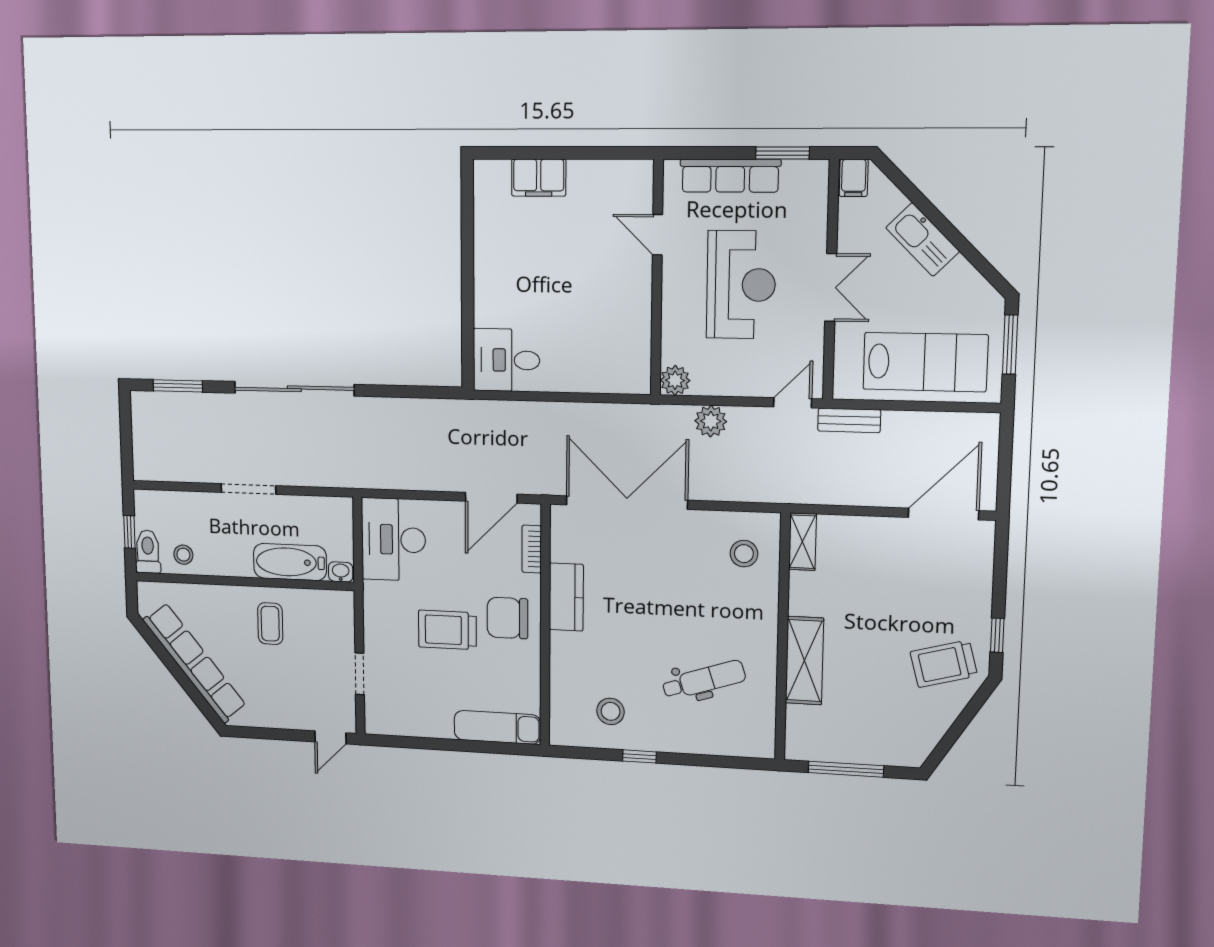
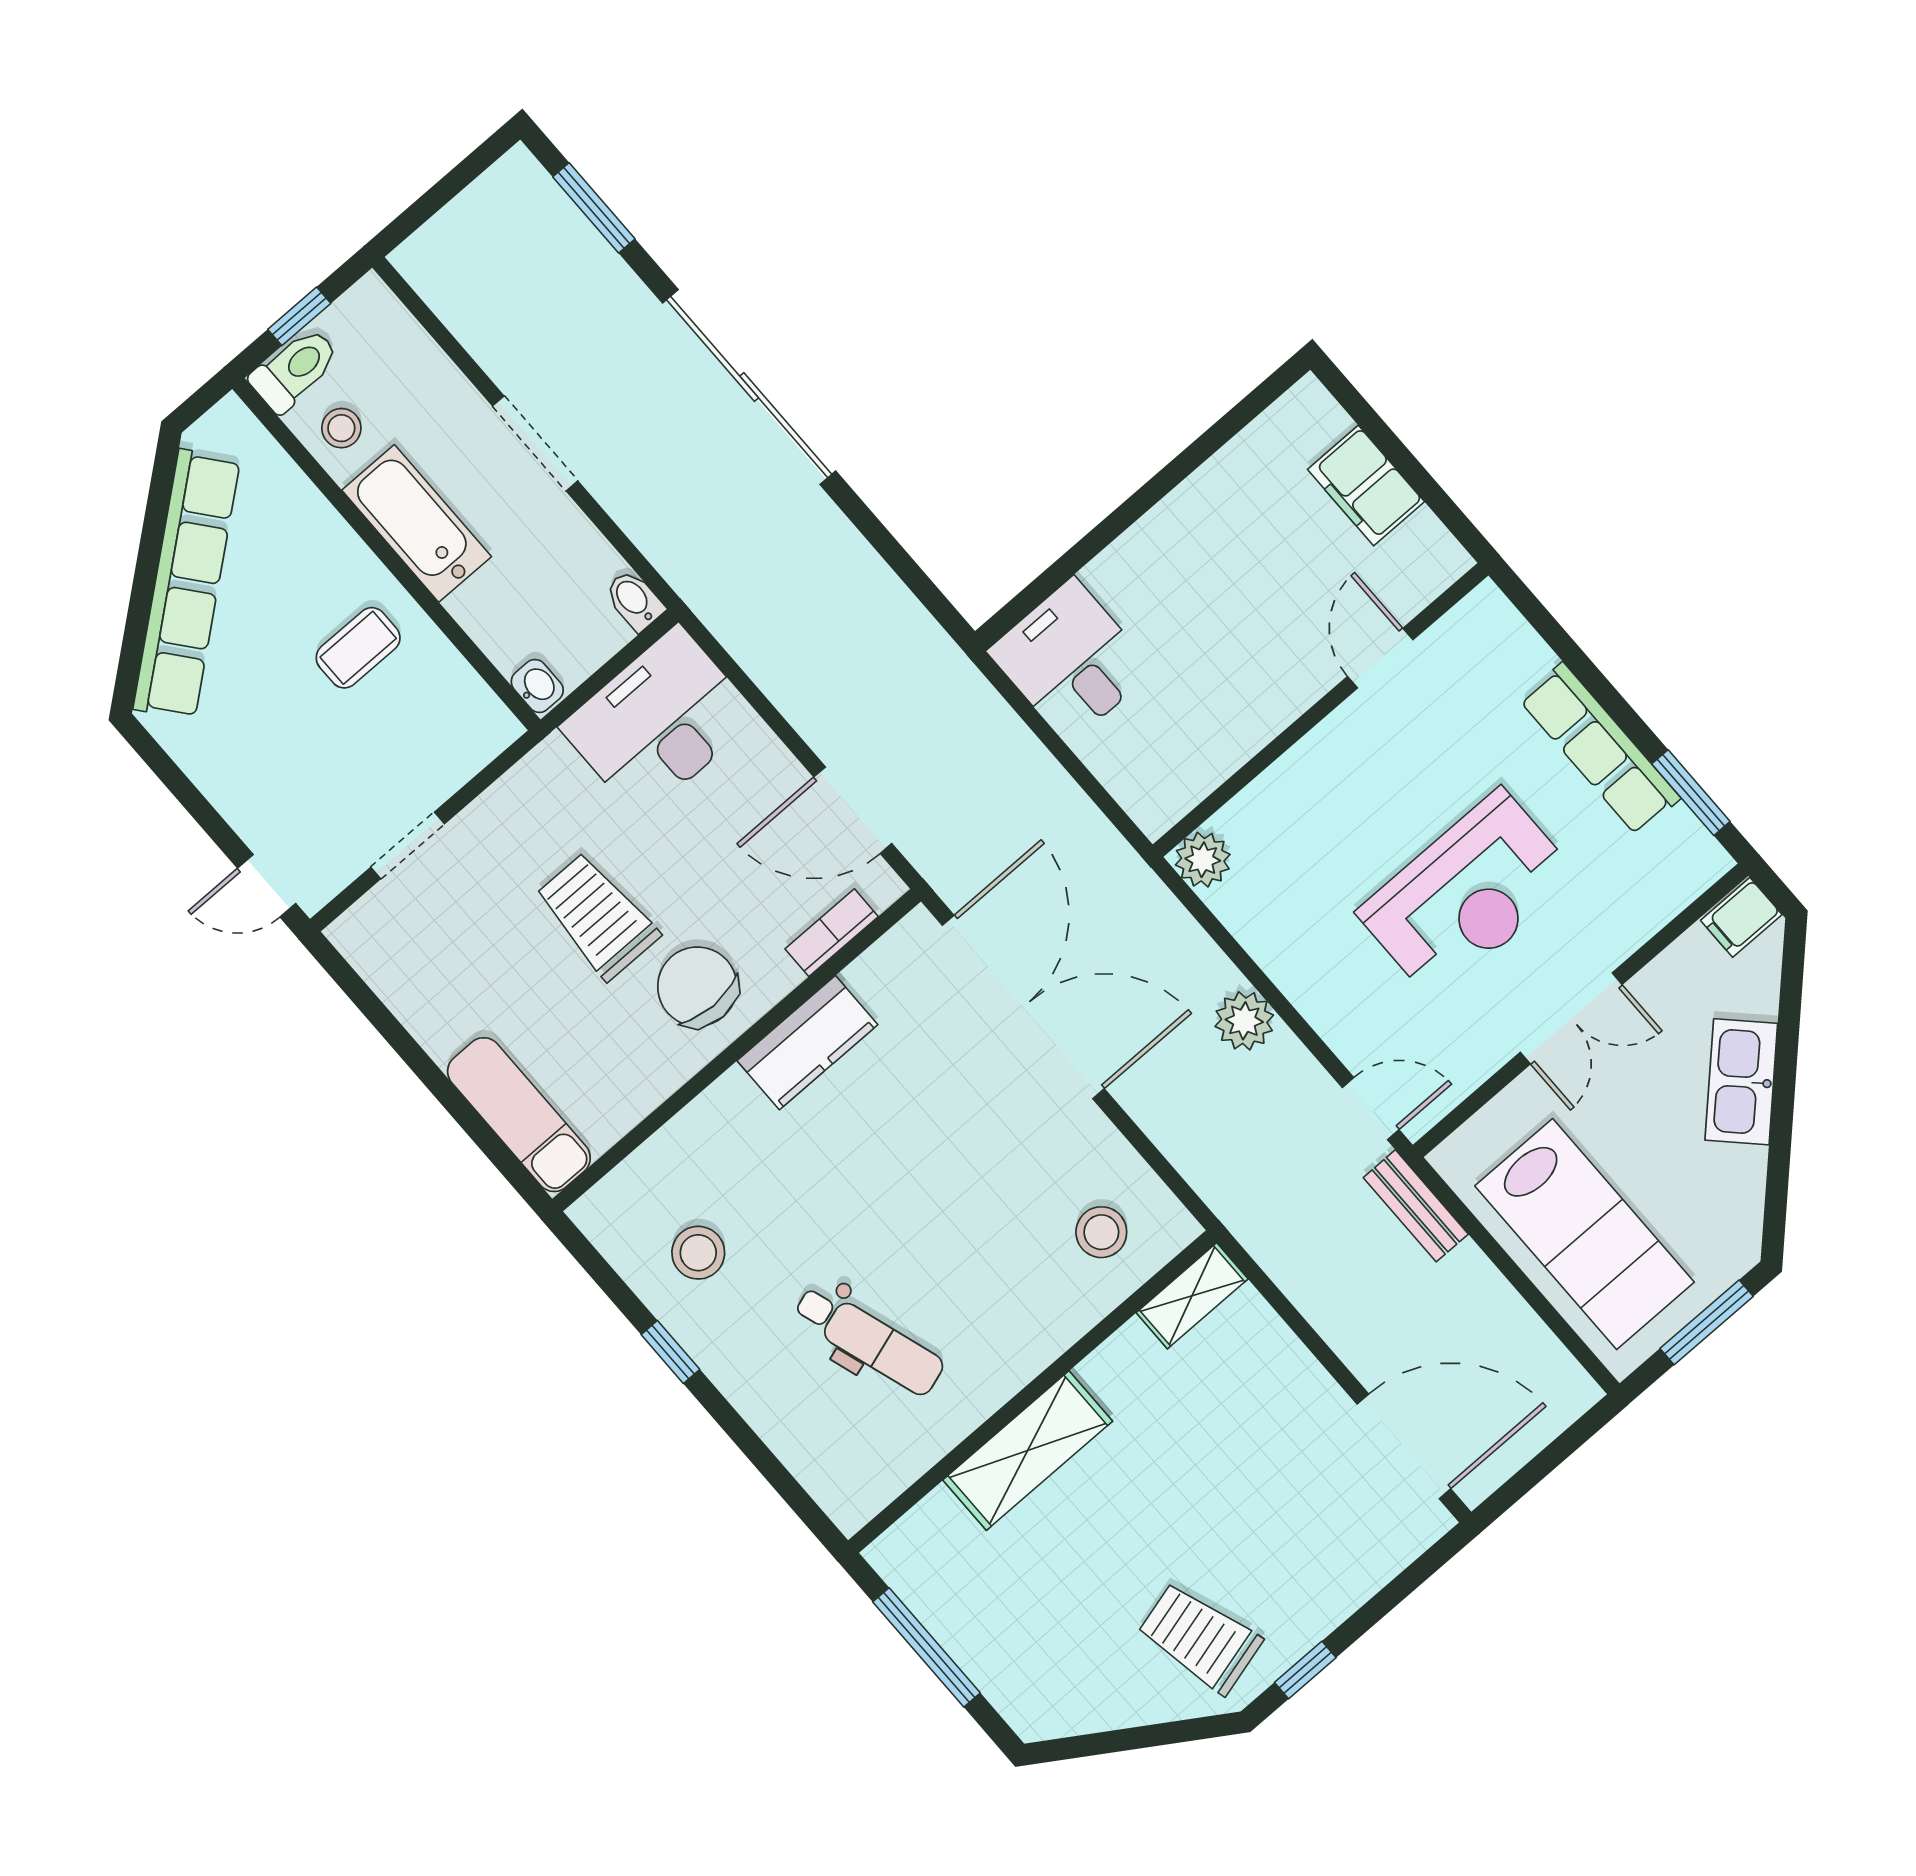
door: (658, 235) -> (1380, 658), moved
wall: (657, 278) -> (1320, 710), moved
plant: (675, 380) -> (1203, 860), moved
bidet: (339, 506) -> (634, 600), added
bathtub: (290, 562) -> (417, 523), moved

